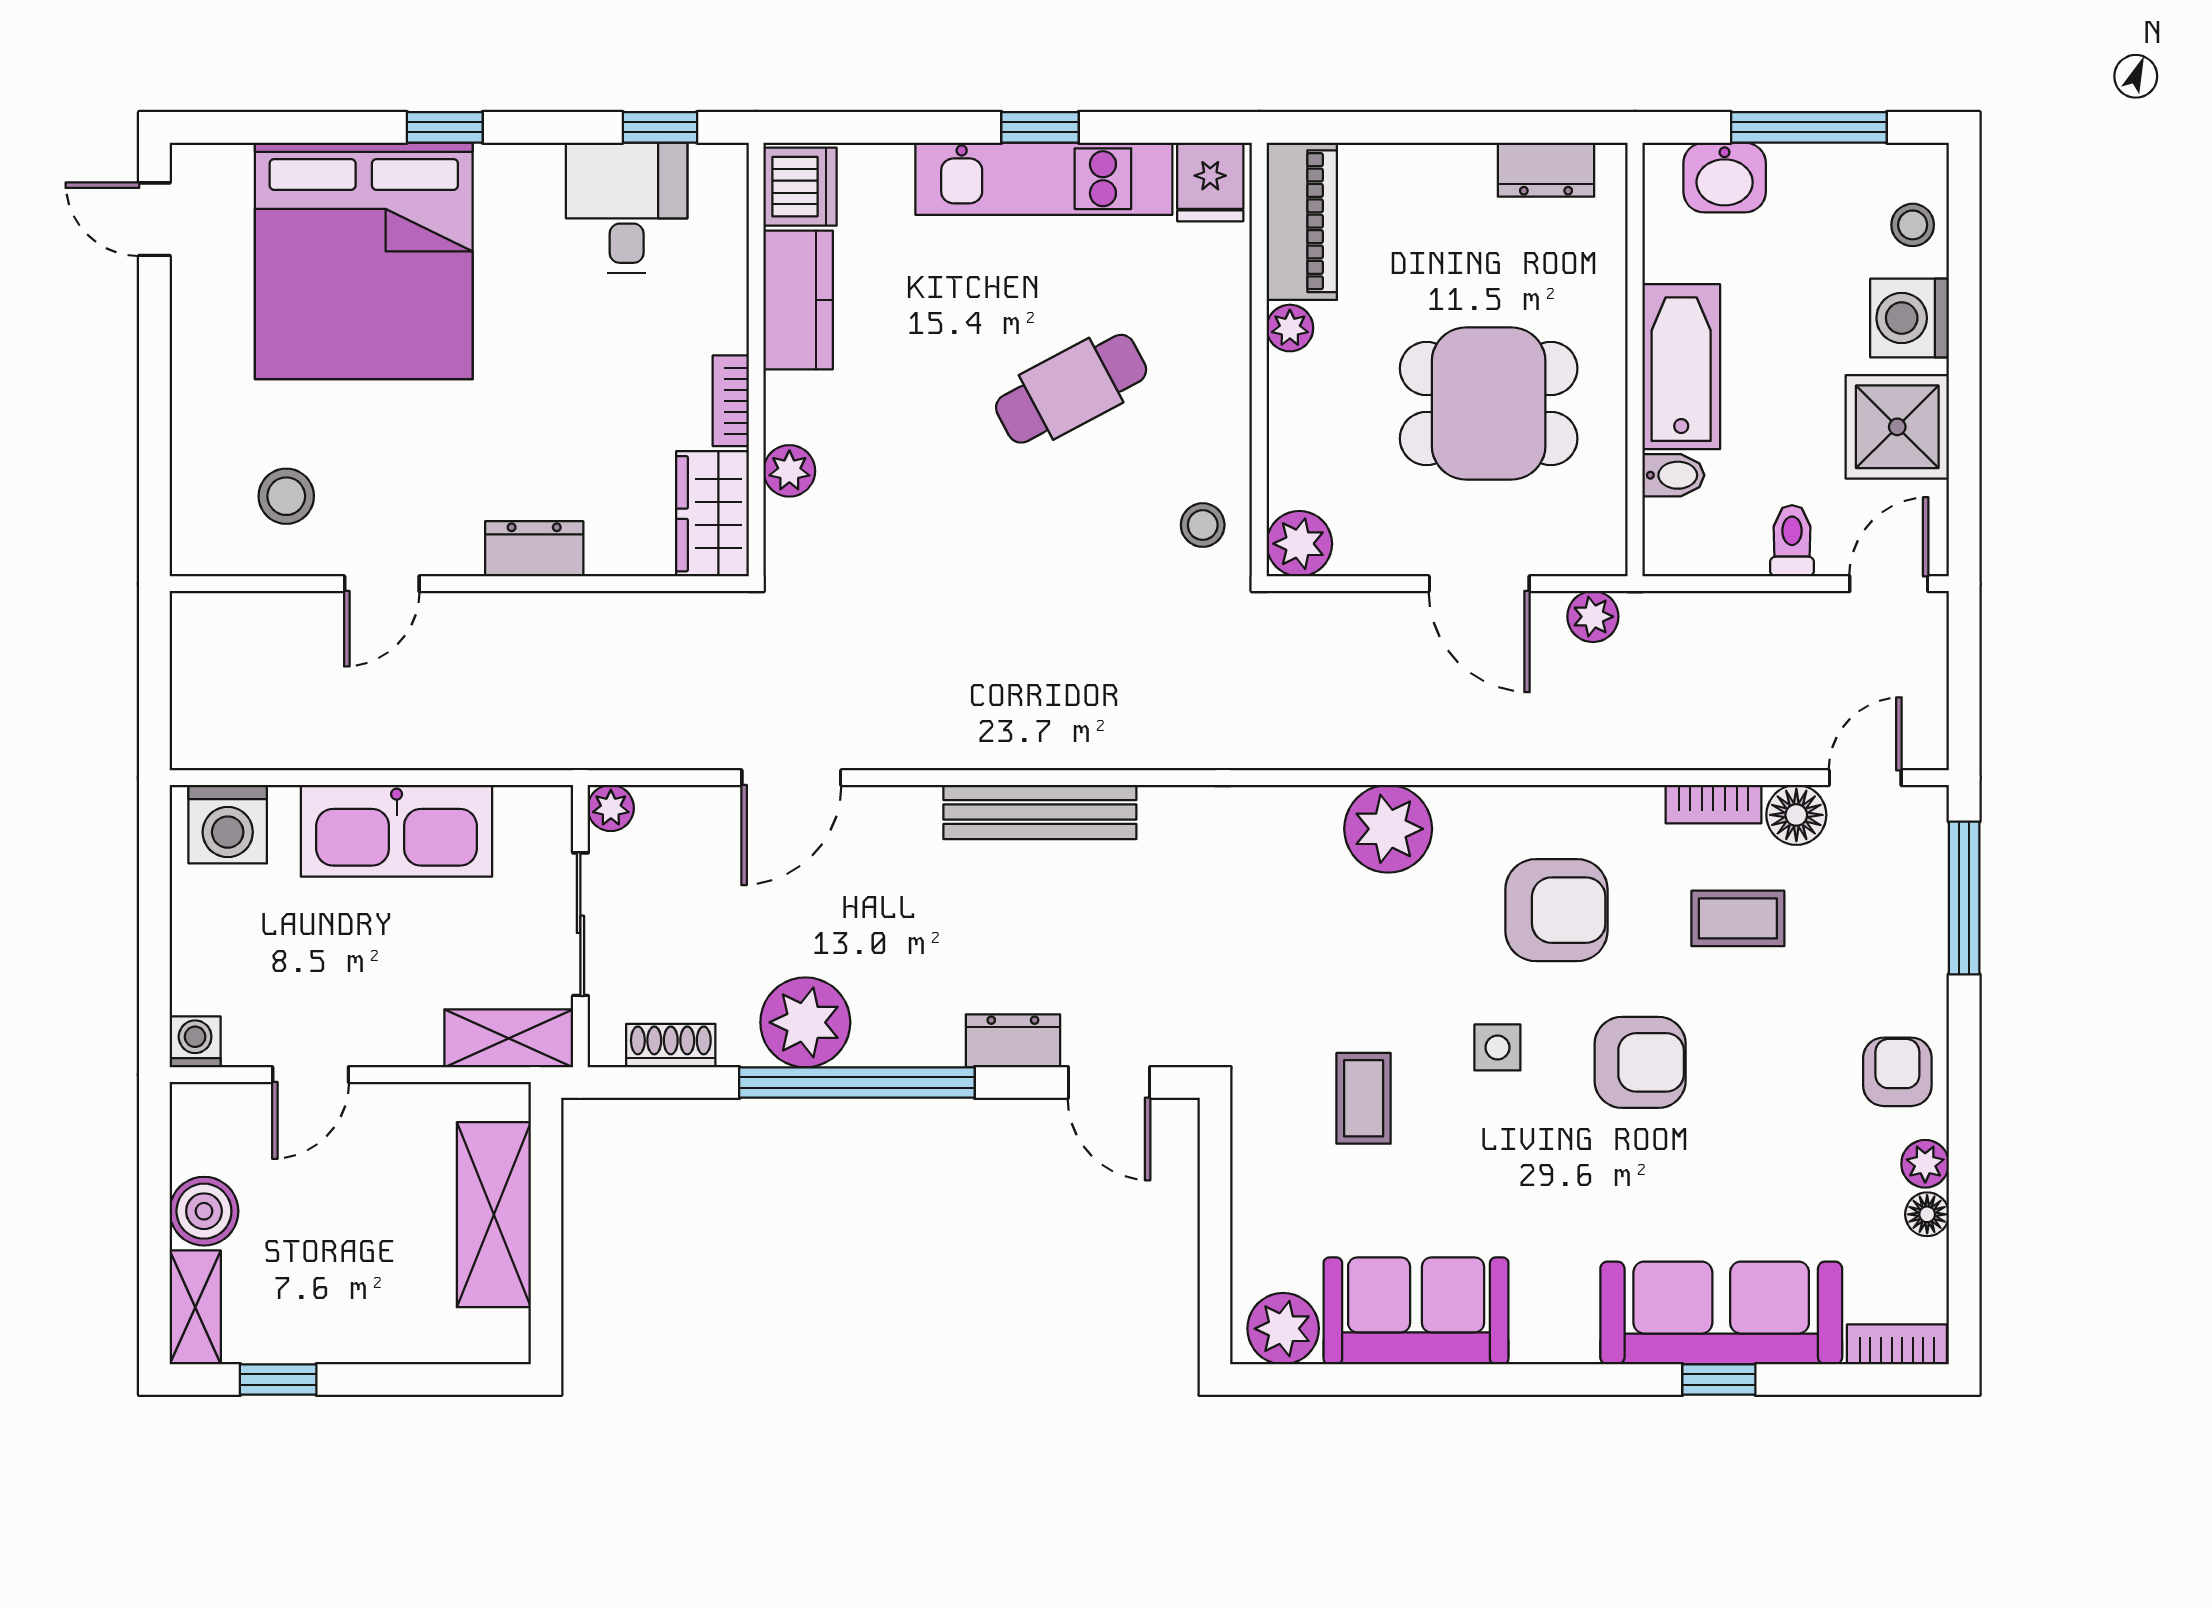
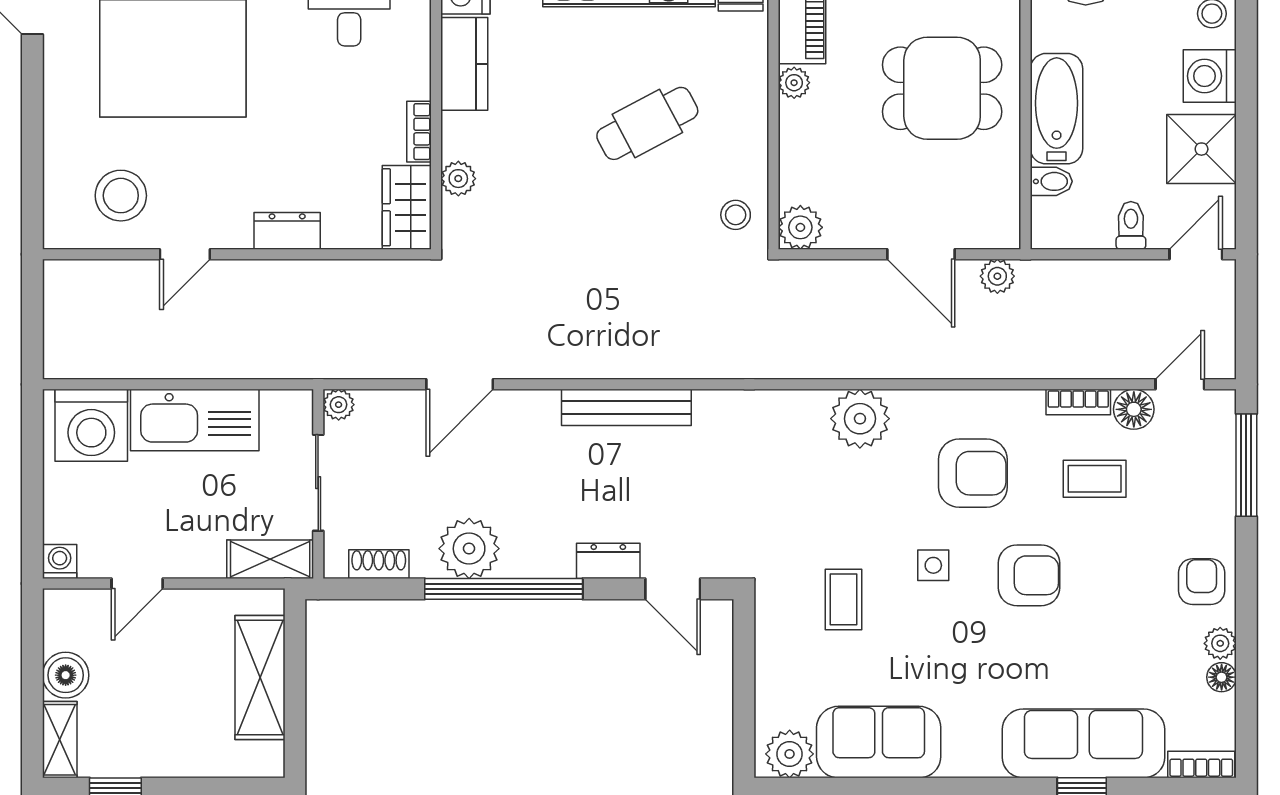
dining table: (1489, 404) -> (942, 88), moved
stool: (286, 496) -> (121, 196), width x1.38, depth x1.38
washing machine: (228, 824) -> (91, 425), width x1.37, depth x1.37

